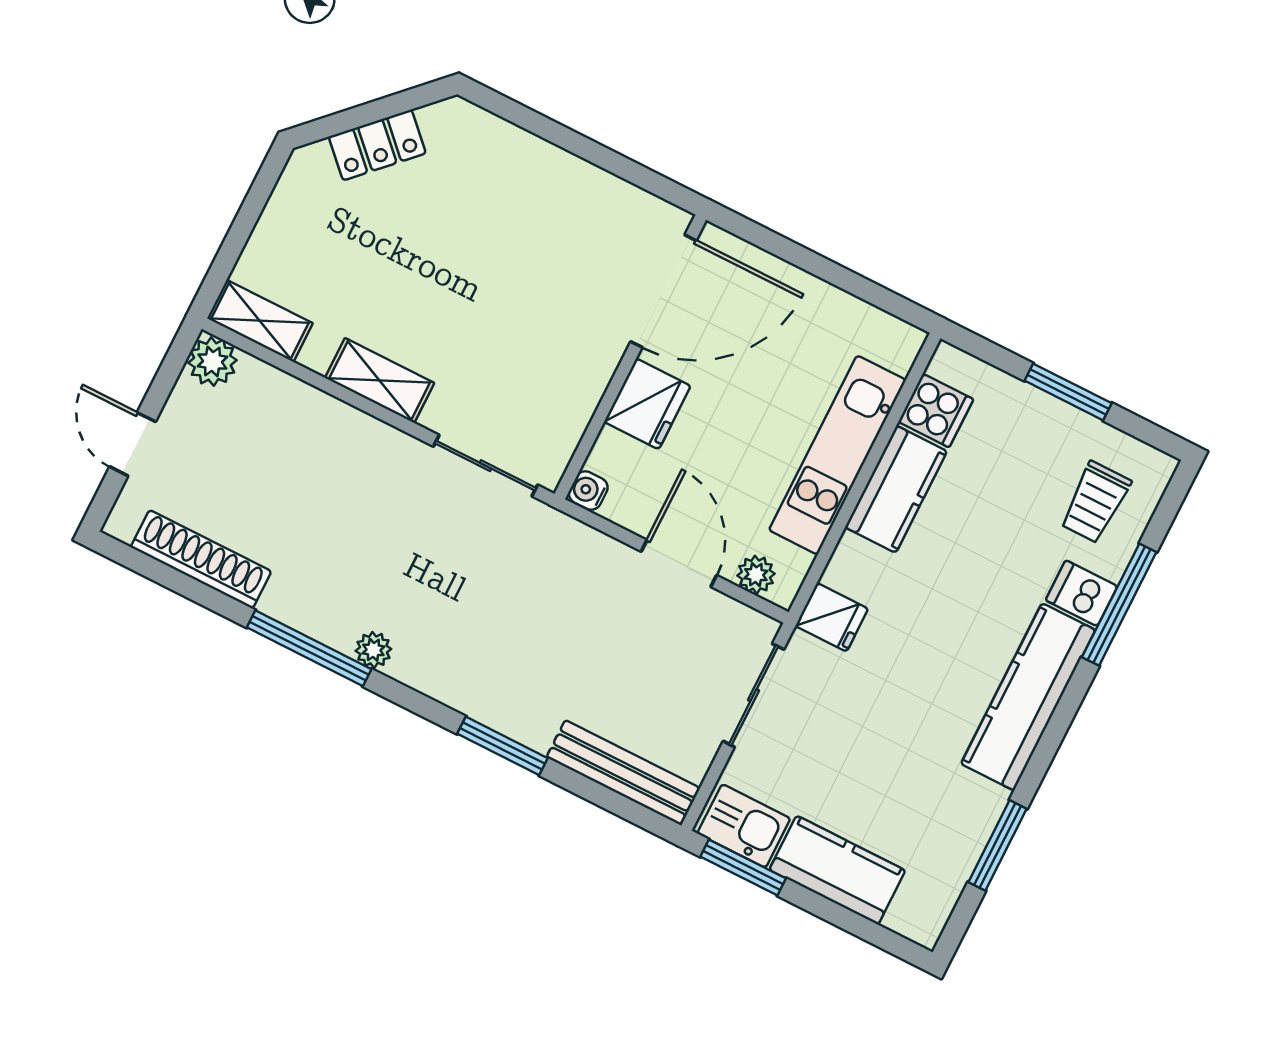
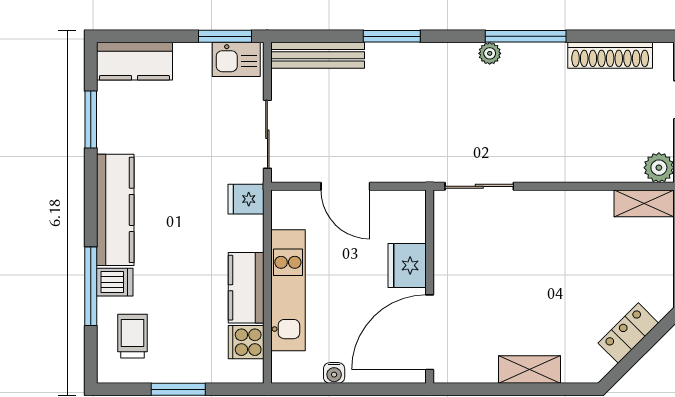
shelving: (380, 380) -> (530, 370), moved
water cooler: (588, 490) -> (334, 373), moved, turned 90
plant: (756, 575) -> (300, 202), removed
kitchen counter: (837, 870) -> (134, 61), moved

